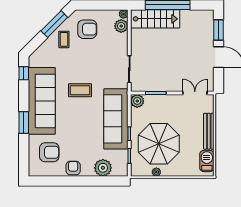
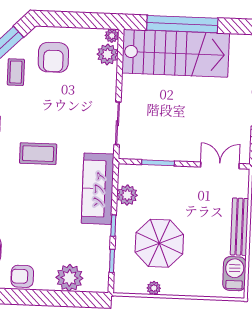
stairs: (155, 19) -> (176, 53), width x1.36, depth x1.51
armchair: (87, 29) -> (53, 57), turned 90
plant: (137, 101) -> (127, 195), moved
sofa: (116, 119) -> (98, 189), width x0.74, depth x0.79
parasol: (159, 144) -> (159, 243), width x0.73, depth x0.73
armchair: (73, 168) -> (22, 276), turned -90

